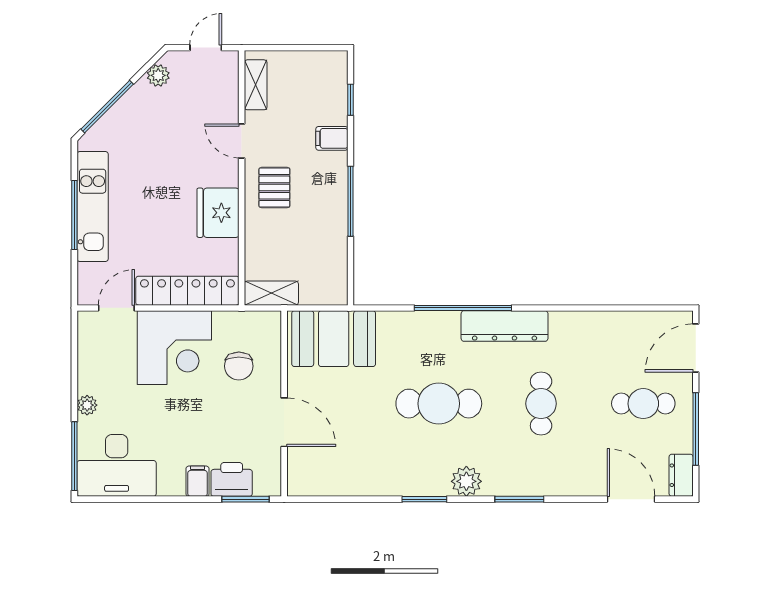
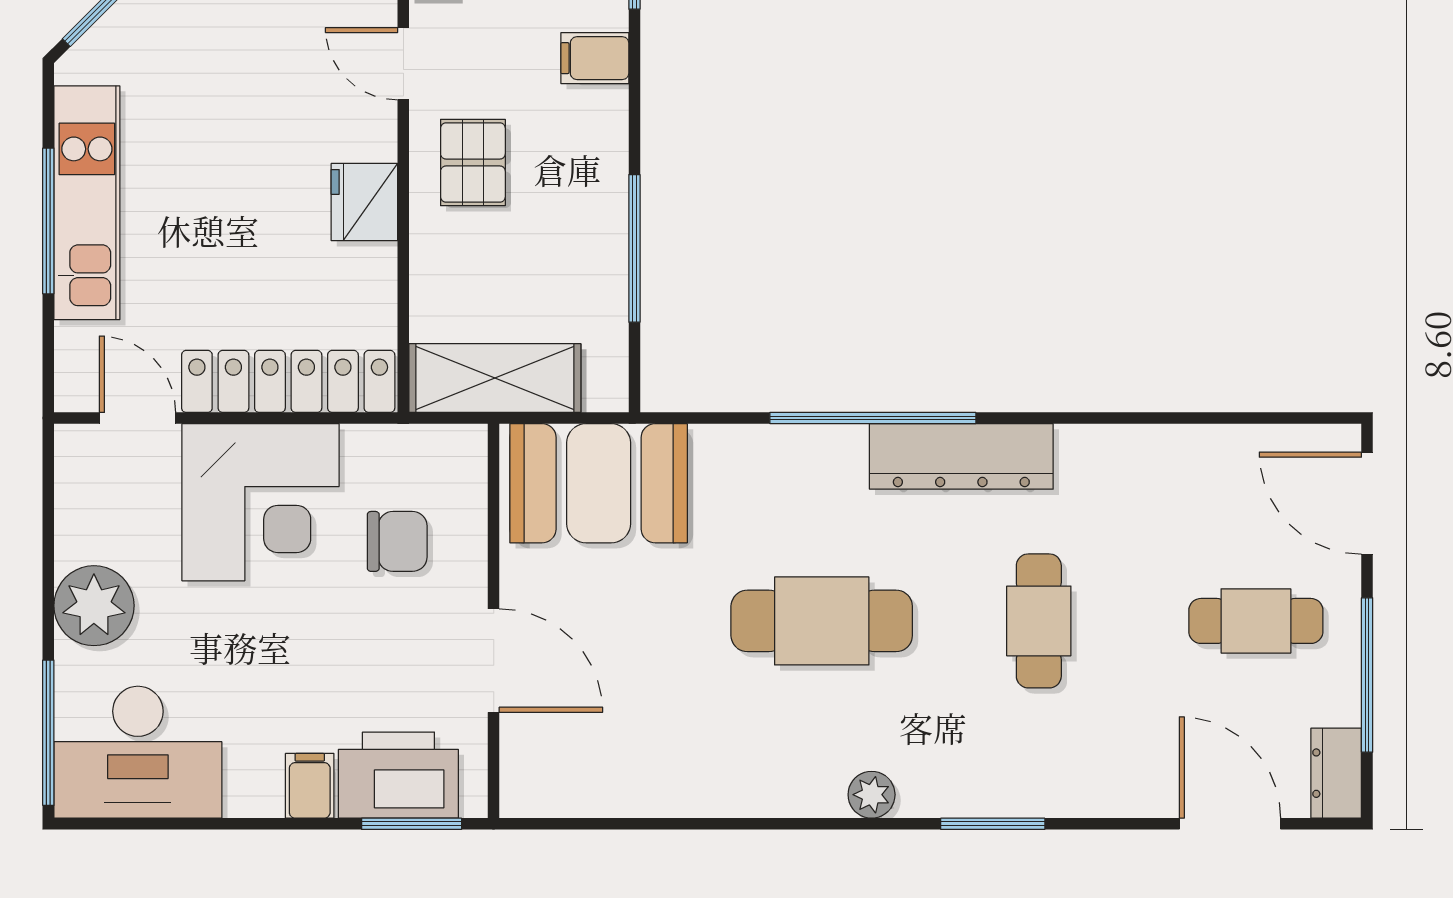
window: (351, 201) -> (634, 248), moved
fridge: (218, 213) -> (364, 202), width x0.73, depth x0.75
shelving: (271, 293) -> (495, 378), width x1.50, depth x1.33
door: (116, 308) -> (138, 418), hinge flipped
door: (696, 348) -> (1367, 503), hinge flipped
chair: (239, 366) -> (397, 541), turned -90
plant: (87, 405) -> (94, 606), width x1.87, depth x1.87
printer: (232, 479) -> (398, 775), width x1.37, depth x1.19
plant: (466, 481) -> (872, 795), width x0.73, depth x0.73
window: (424, 499) -> (791, 824), removed

